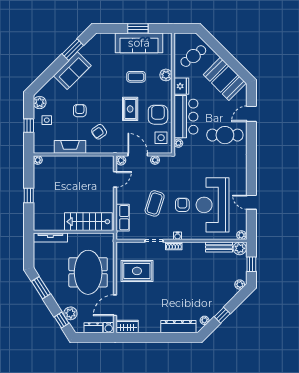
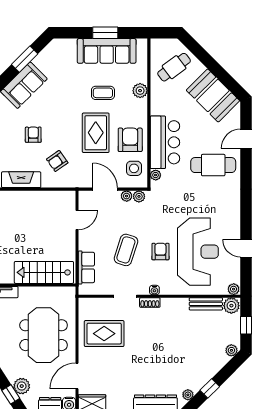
fridge: (181, 86) -> (159, 104), removed
rug: (130, 109) -> (96, 133), width x1.36, depth x1.43
plant: (121, 160) -> (139, 196), moved
reception desk: (213, 205) -> (198, 252), turned 180

